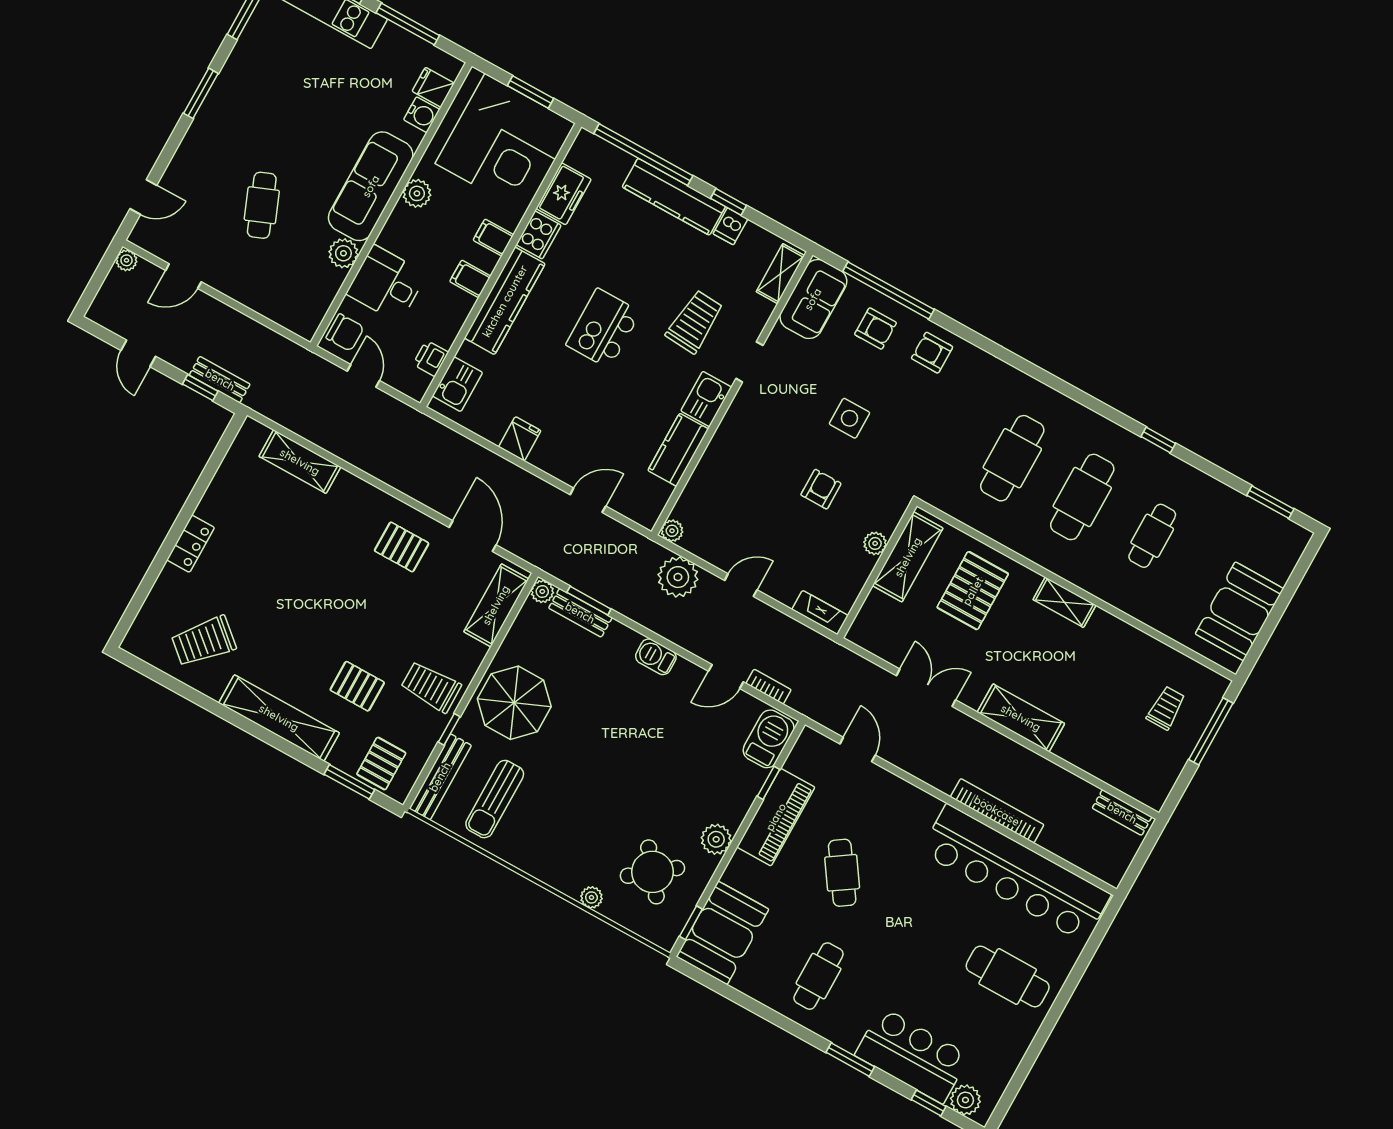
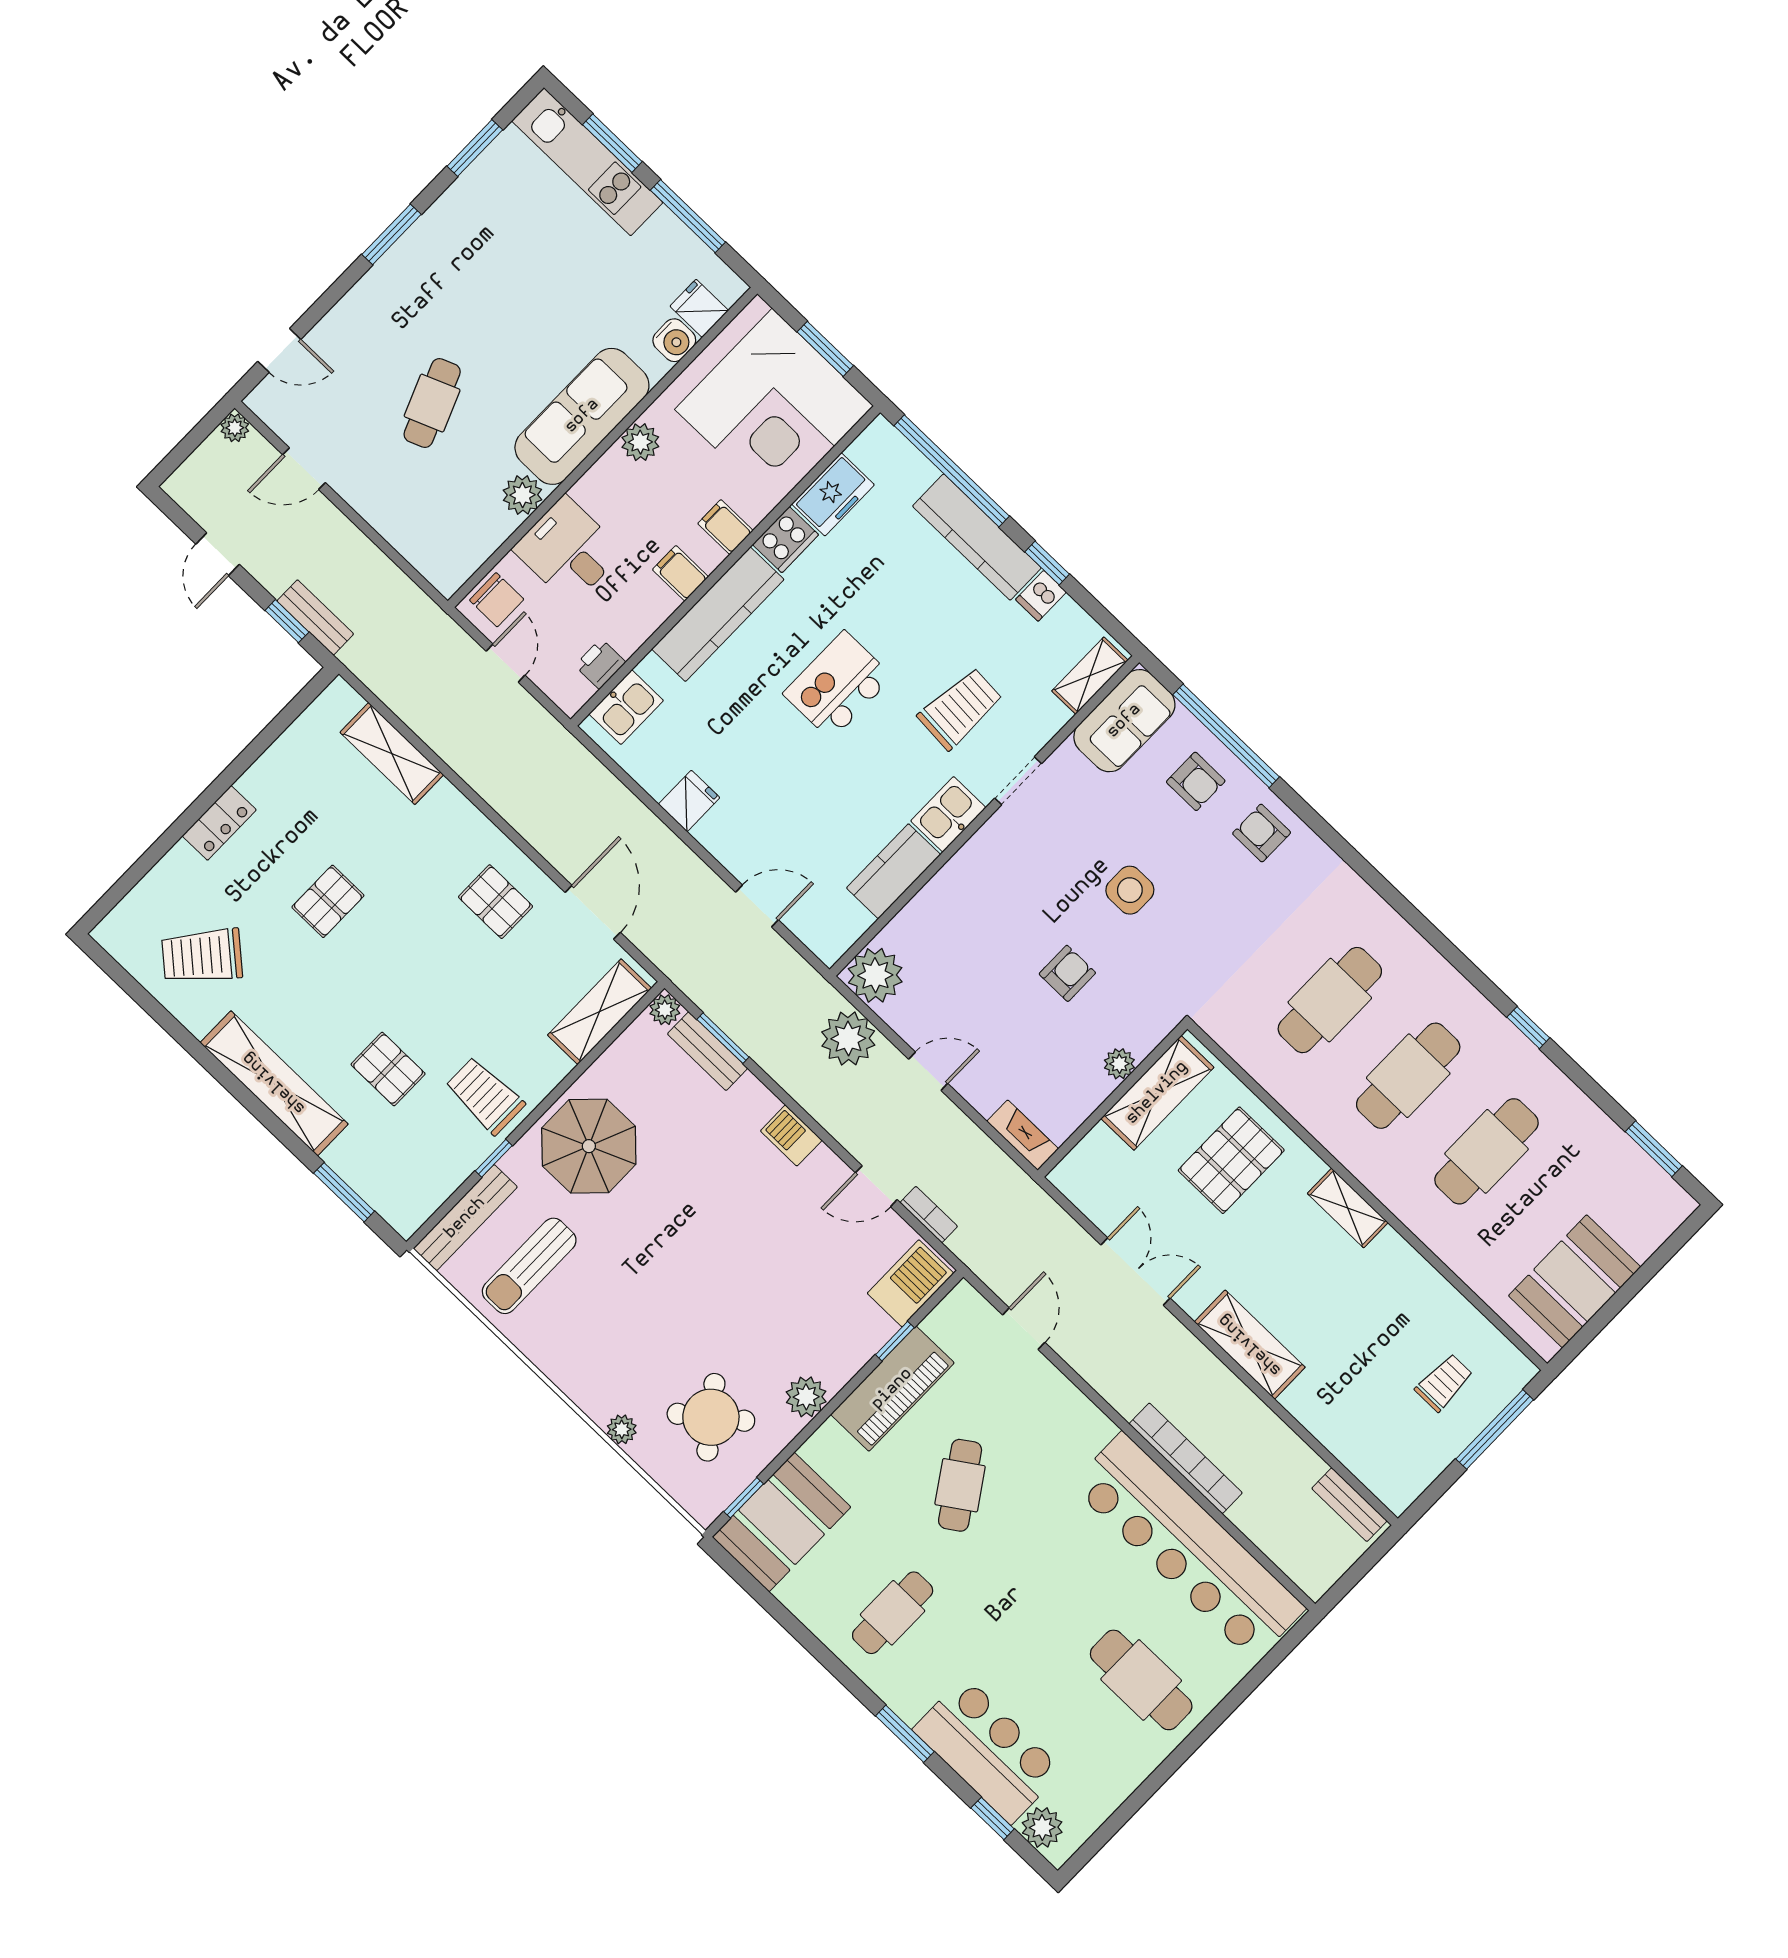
plant: (672, 531) -> (875, 975), width x1.88, depth x1.88
cafe table: (1152, 536) -> (1487, 1151), width x1.37, depth x1.35
pallet: (381, 764) -> (328, 901), moved

